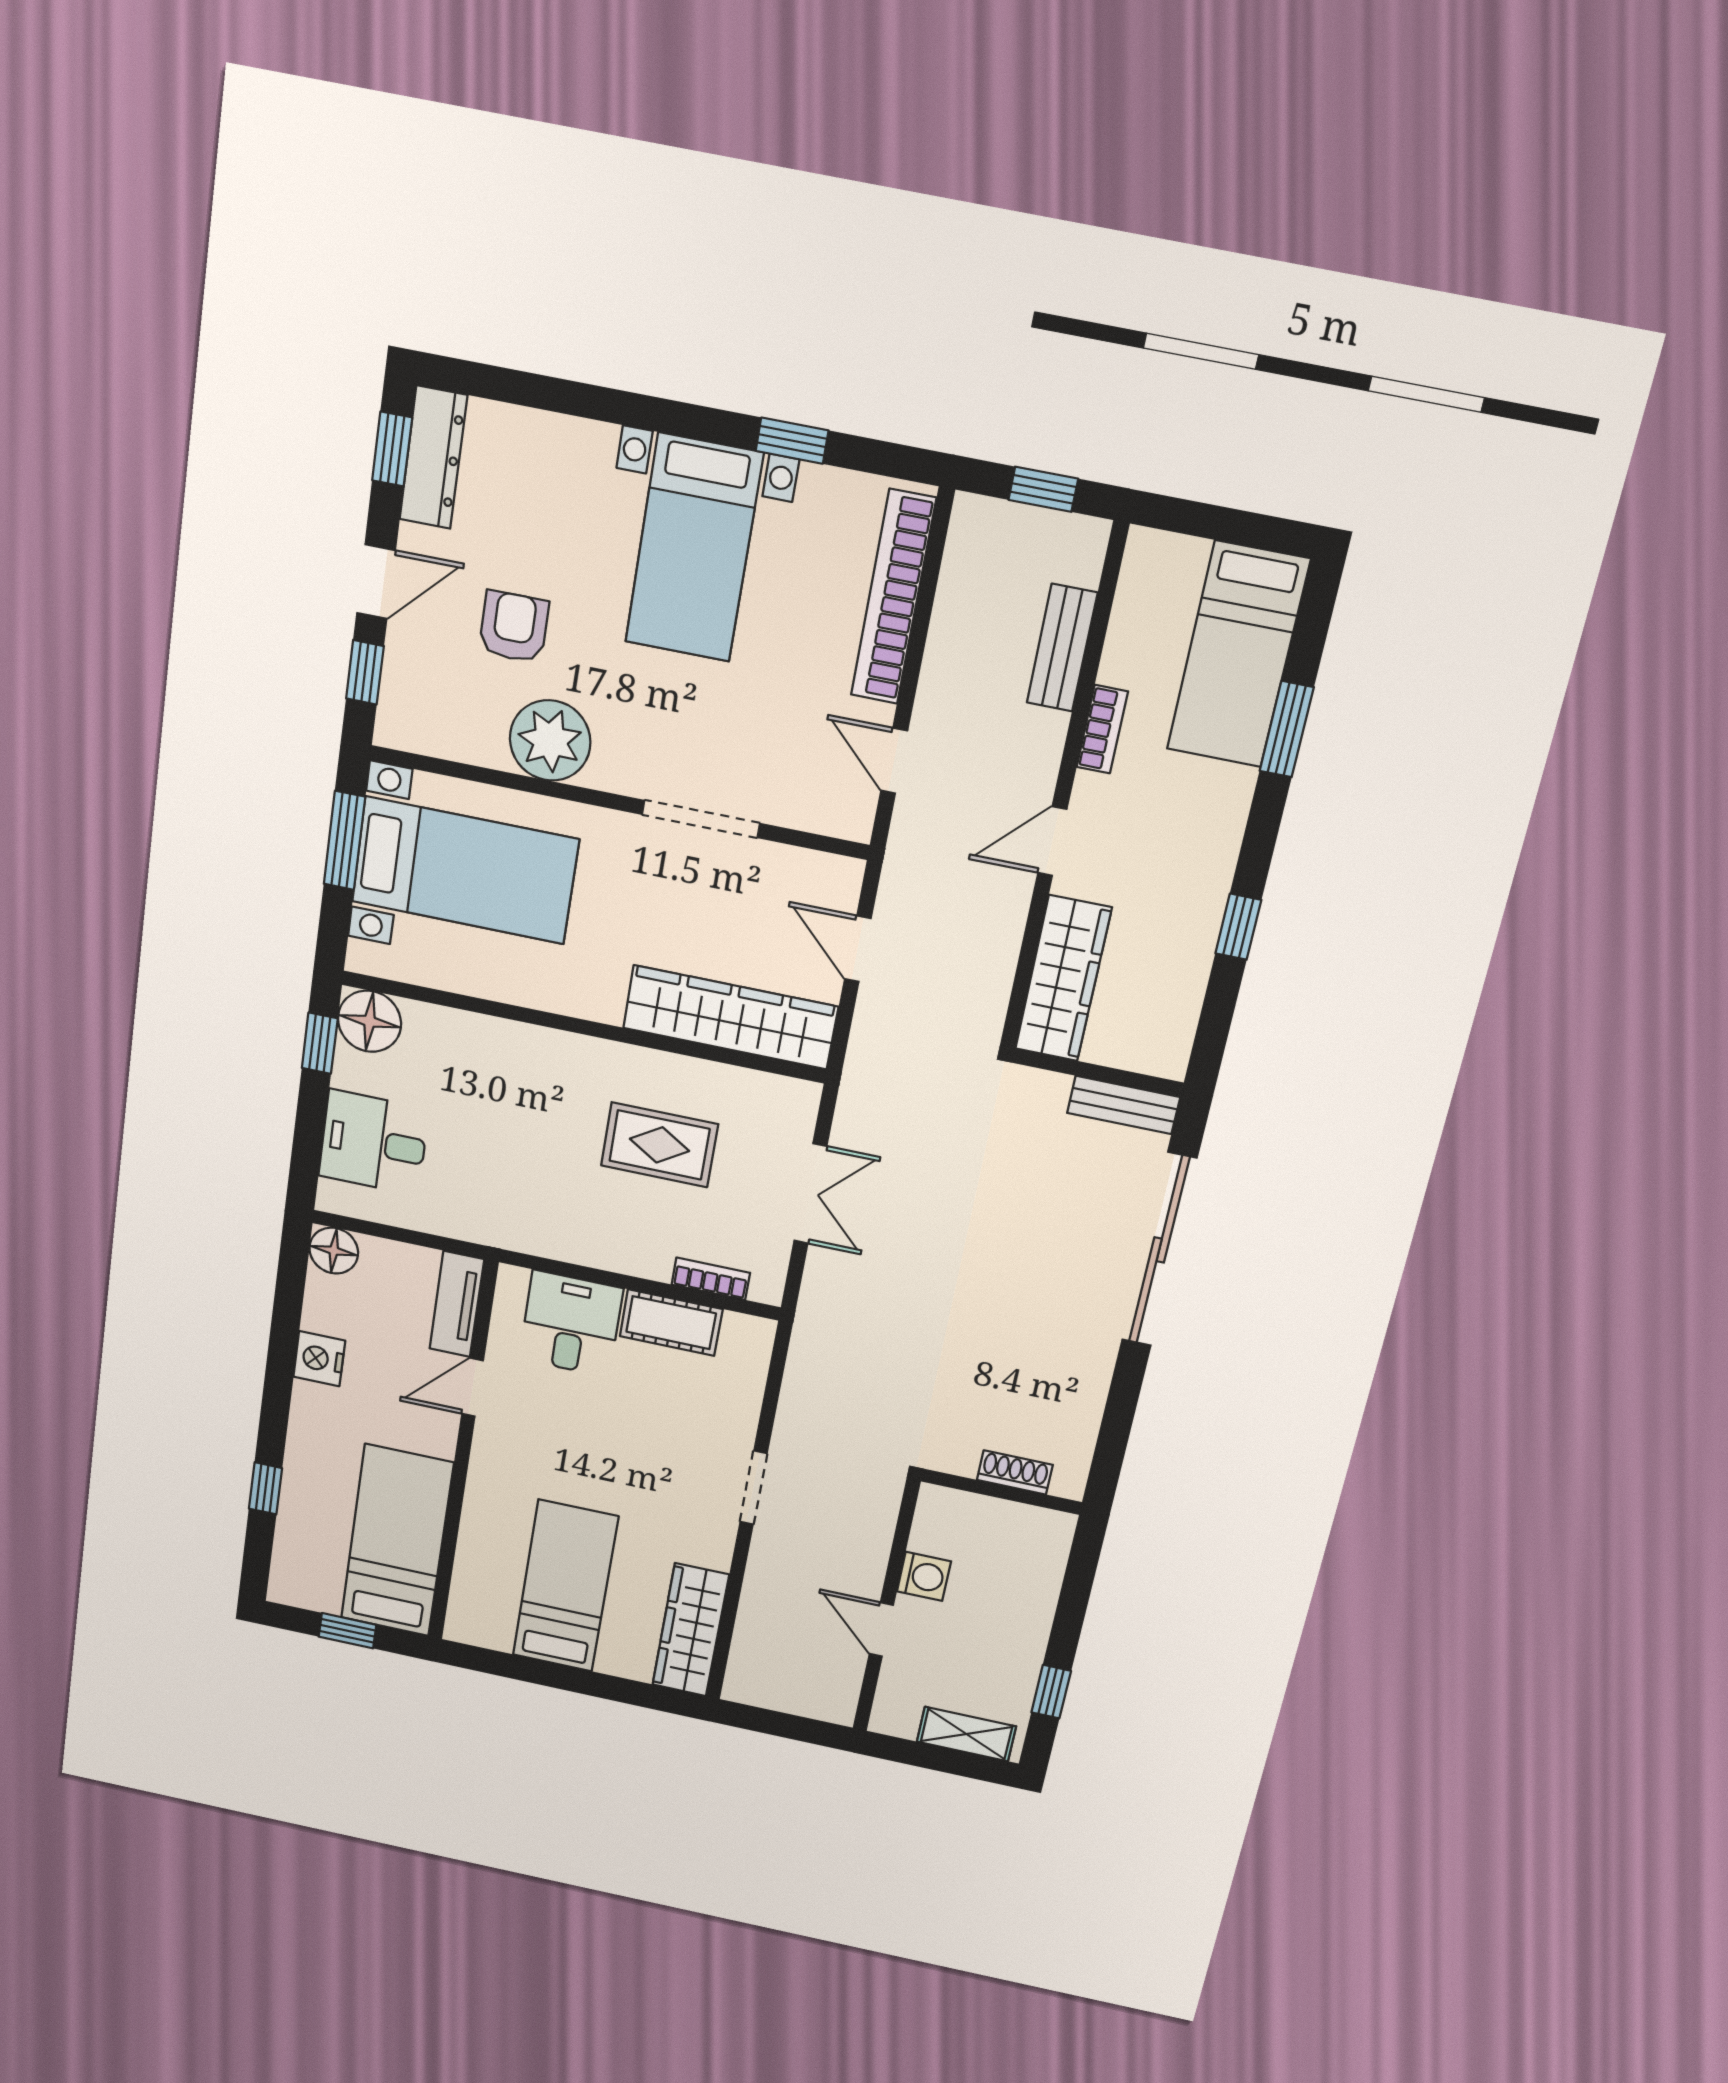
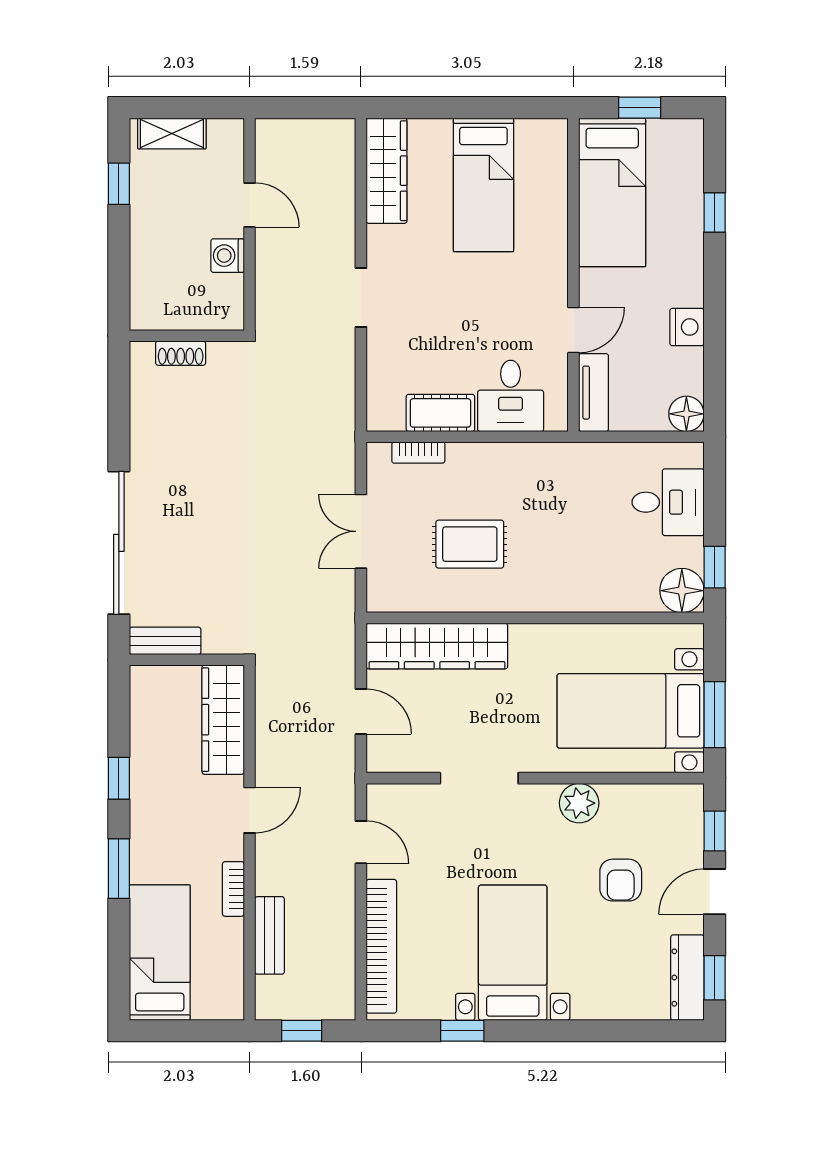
window: (1287, 729) -> (119, 869), moved
plant: (550, 740) -> (579, 803), width x0.73, depth x0.73

